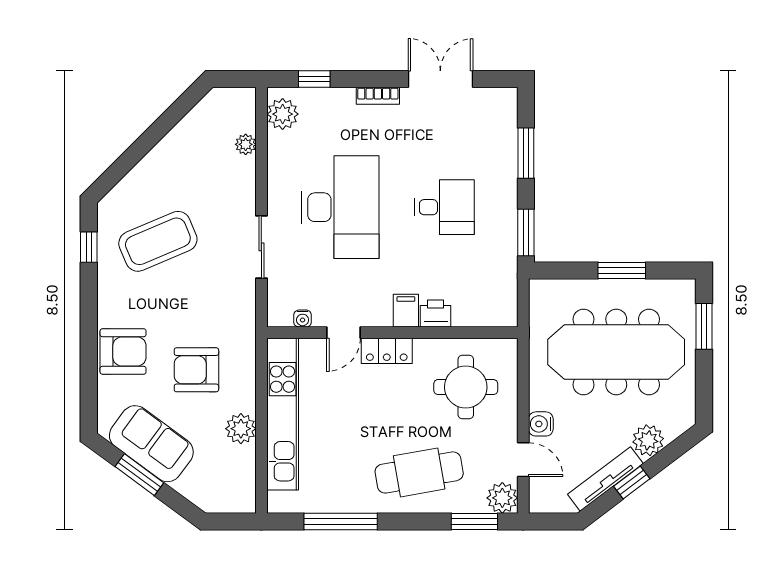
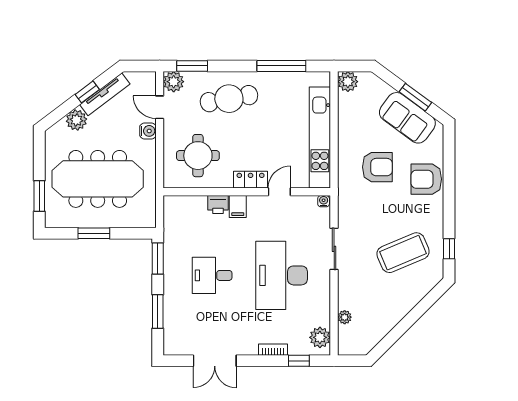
bookcase: (378, 96) -> (273, 350), moved
water cooler: (303, 319) -> (324, 201), moved
plant: (241, 429) -> (348, 82), moved

